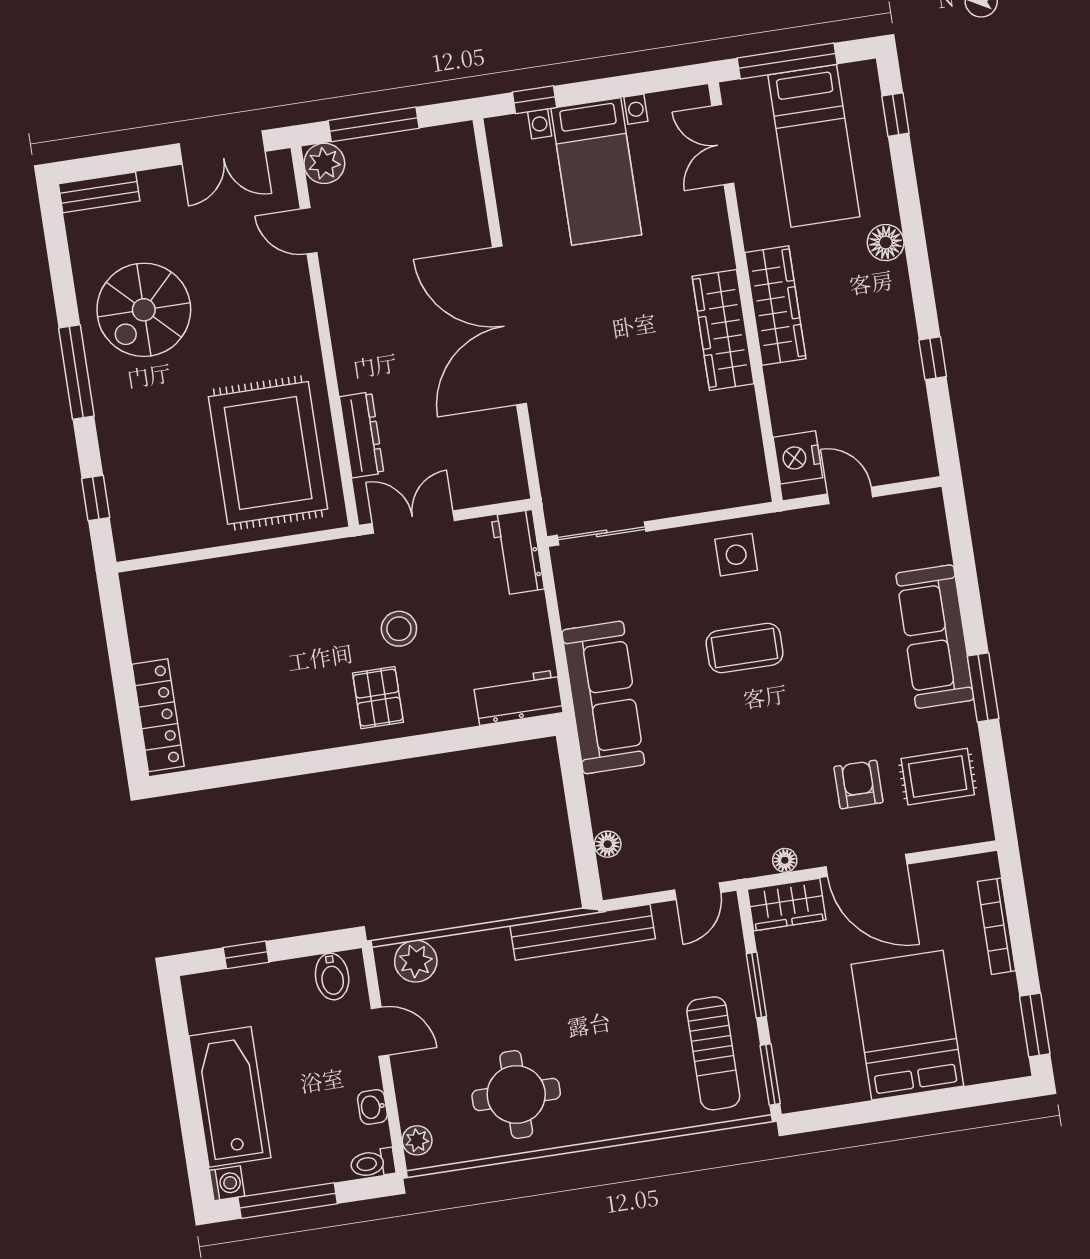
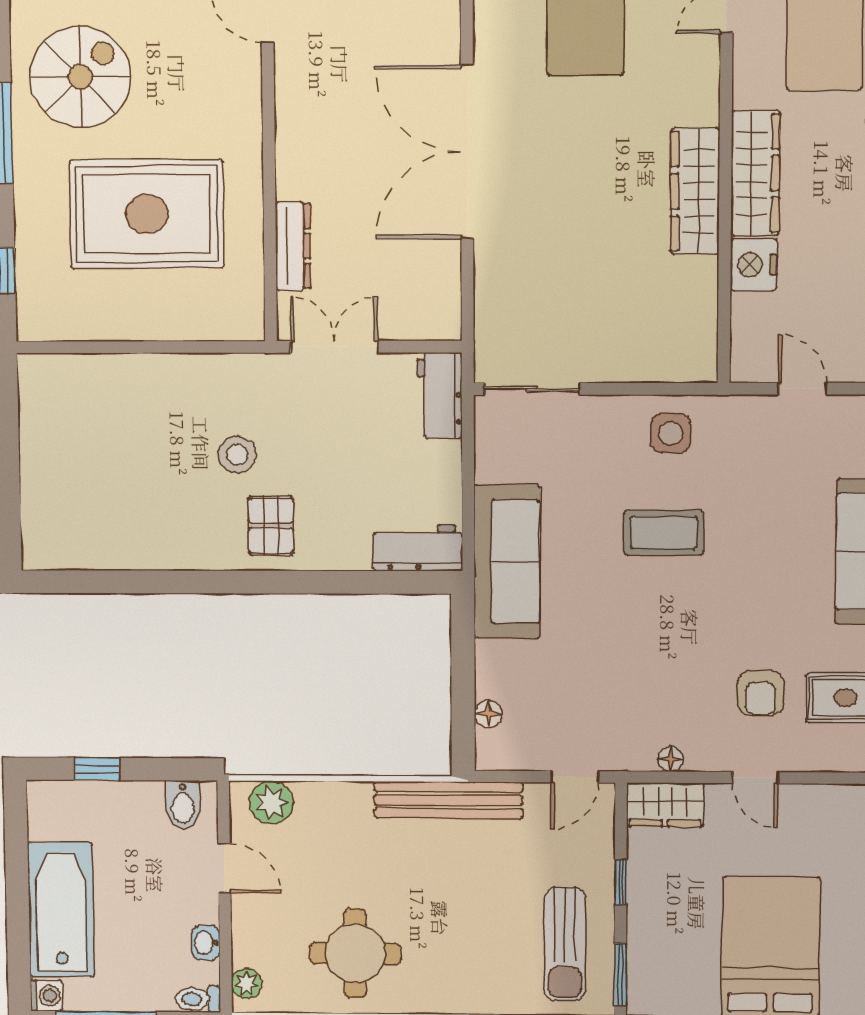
spiral stairs: (144, 310) -> (80, 77), turned 180
rug: (268, 453) -> (147, 214), moved, turned 90
nightstand: (798, 457) -> (754, 265), moved
stool: (399, 629) -> (237, 455), moved
locker: (158, 715) -> (39, 509), removed
armchair: (858, 785) -> (761, 693), turned 180
door: (866, 865) -> (755, 778), width x0.53
window: (756, 985) -> (621, 882), width x0.67

